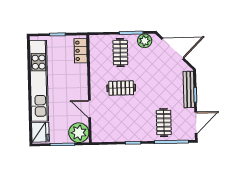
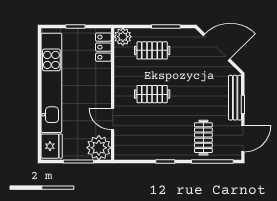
plant: (145, 41) -> (123, 37), moved
clothes rail: (120, 53) -> (152, 50), turned 90

